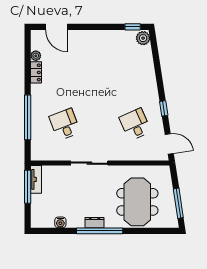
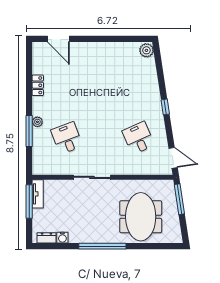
window: (133, 27) -> (136, 39), removed
plant: (36, 56) -> (37, 122), moved
window: (164, 108) -> (165, 107), moved
window: (28, 117) -> (29, 131), width x0.68
window: (178, 203) -> (179, 199), moved
dresser: (95, 223) -> (47, 238), moved

